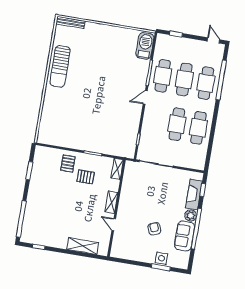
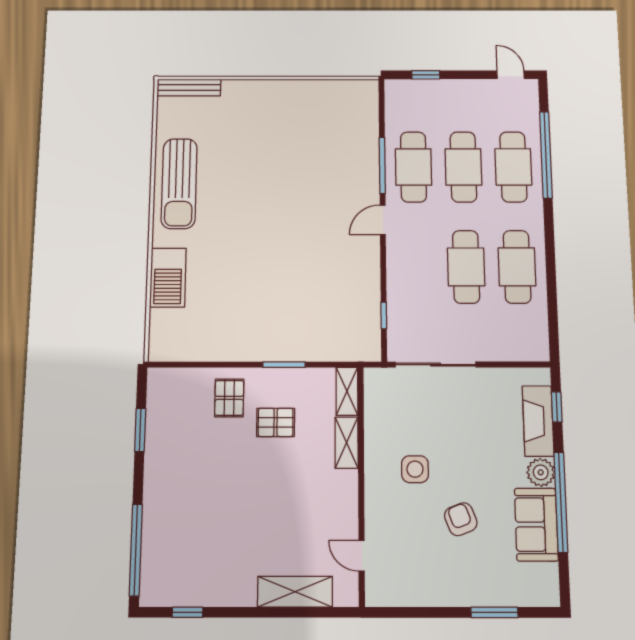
barbecue: (145, 46) -> (168, 278), moved, turned 180
shelving: (111, 202) -> (347, 443), moved
door: (114, 225) -> (362, 556), moved
side table: (161, 258) -> (415, 469), moved

